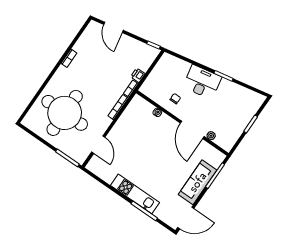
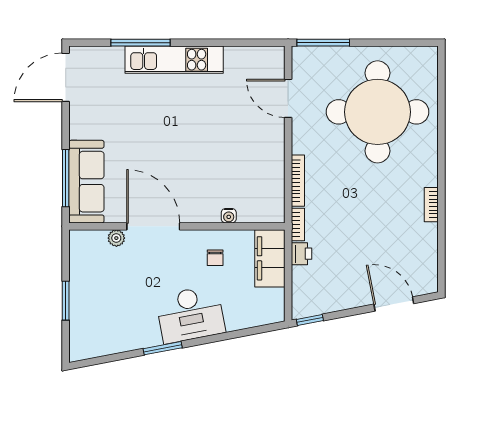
filing cabinet: (152, 83) -> (270, 258), added
sofa: (198, 182) -> (86, 182), moved

